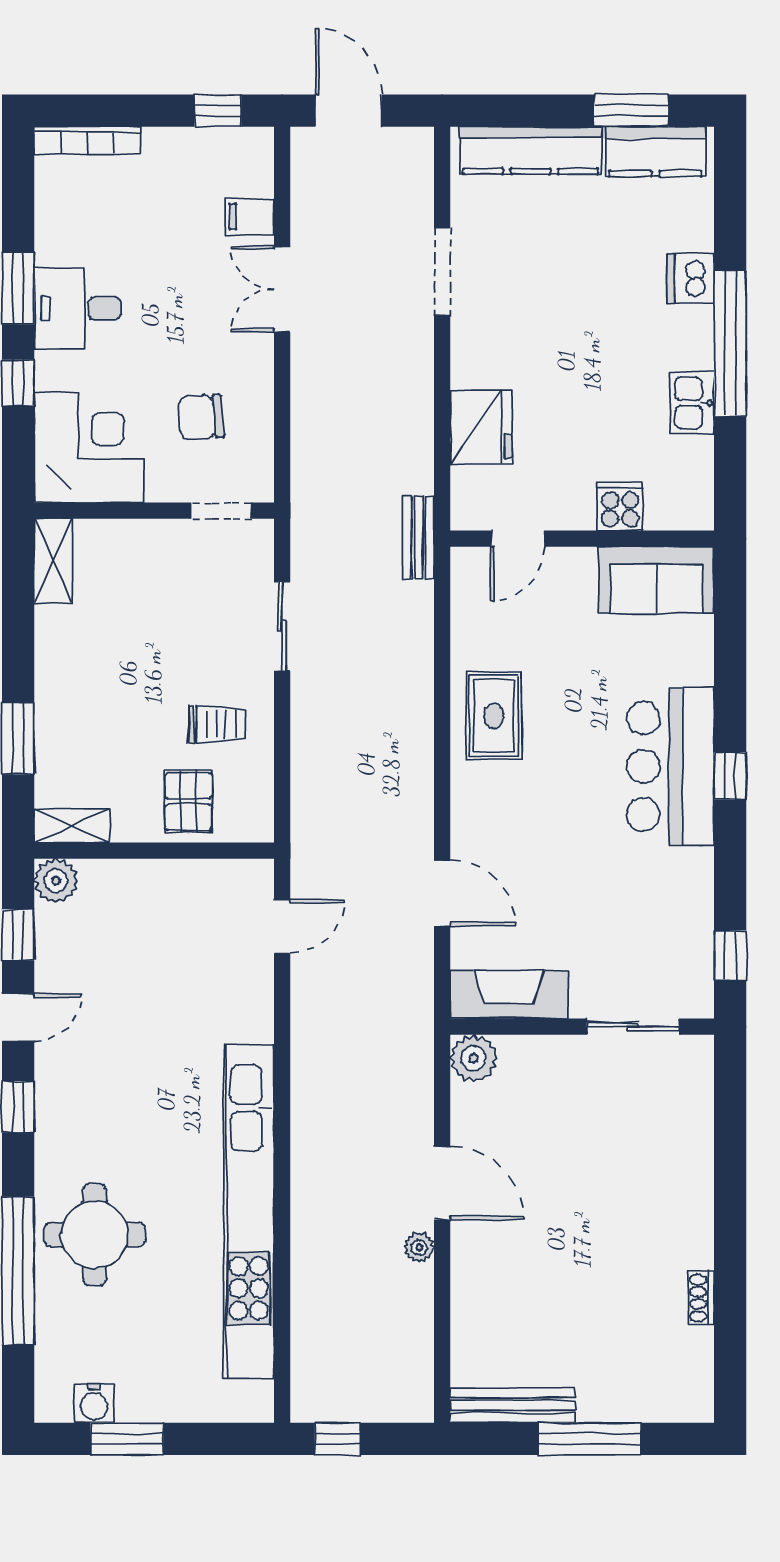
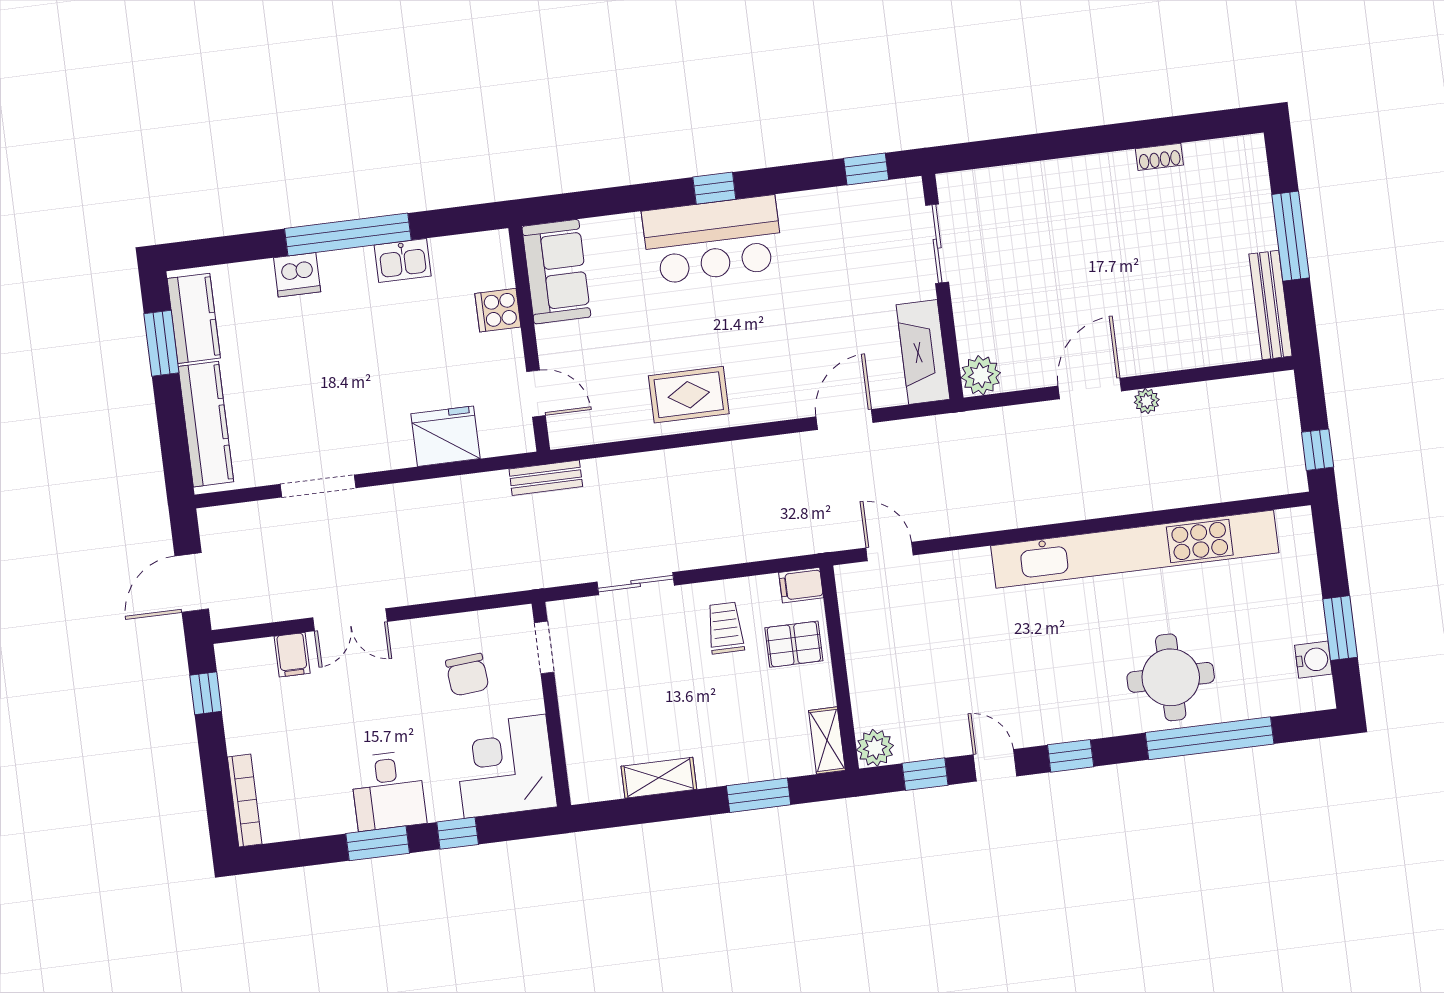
shelving: (53, 561) -> (659, 778), moved
filing cabinet: (256, 819) -> (801, 585), added

